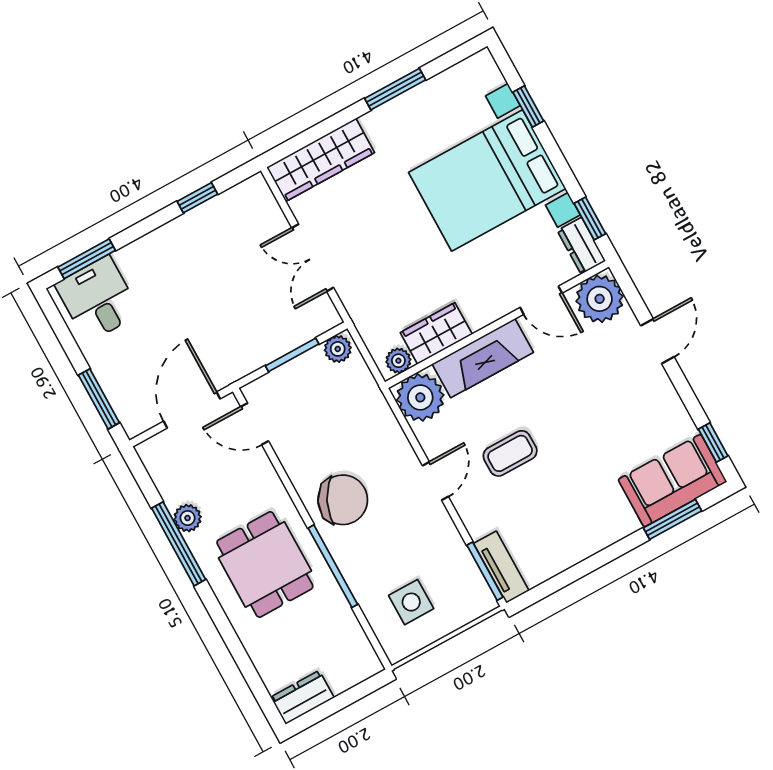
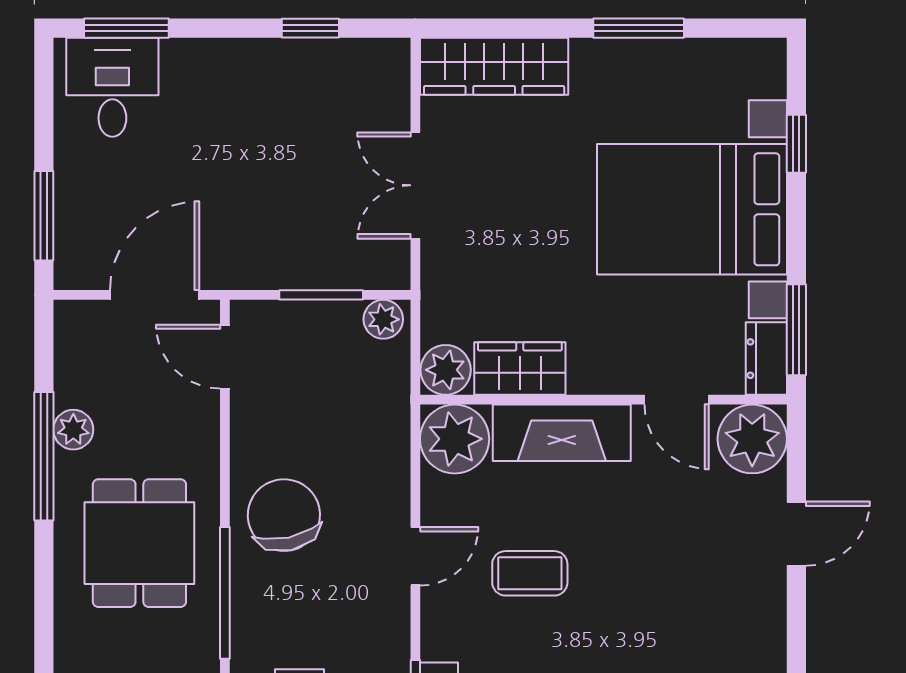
window: (590, 219) -> (796, 330), width x1.50
plant: (398, 361) -> (446, 370), width x1.38, depth x1.38
chair: (343, 500) -> (284, 515), turned -128

